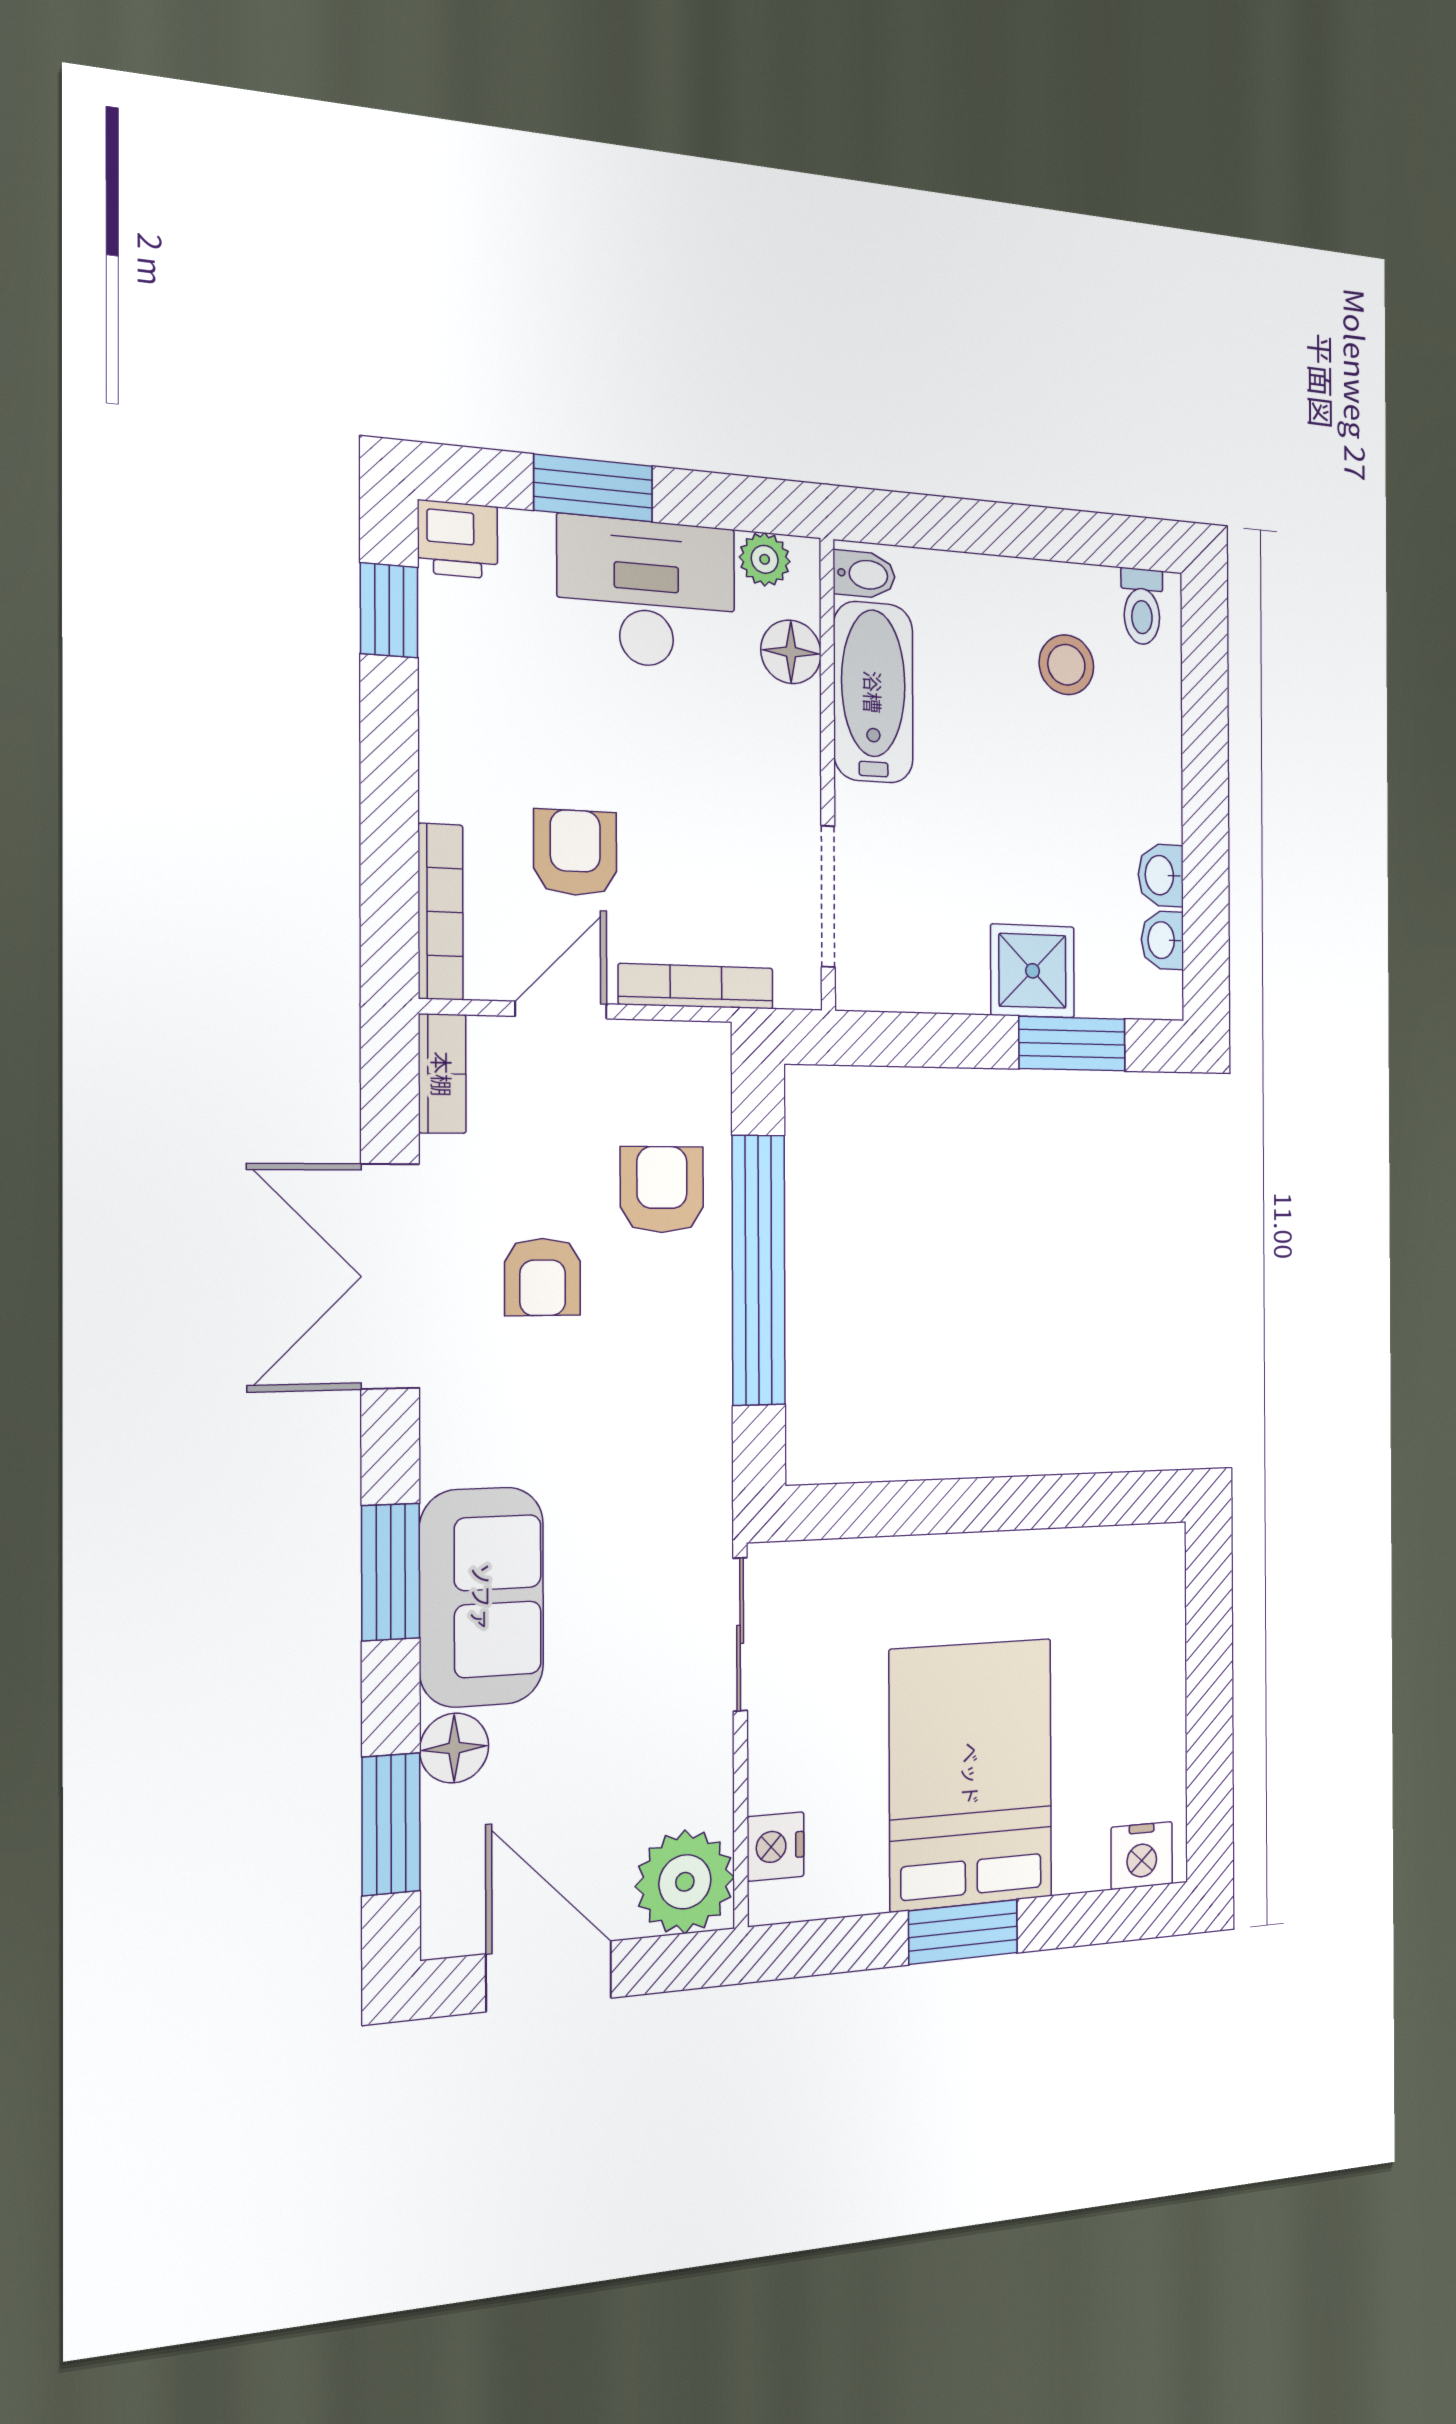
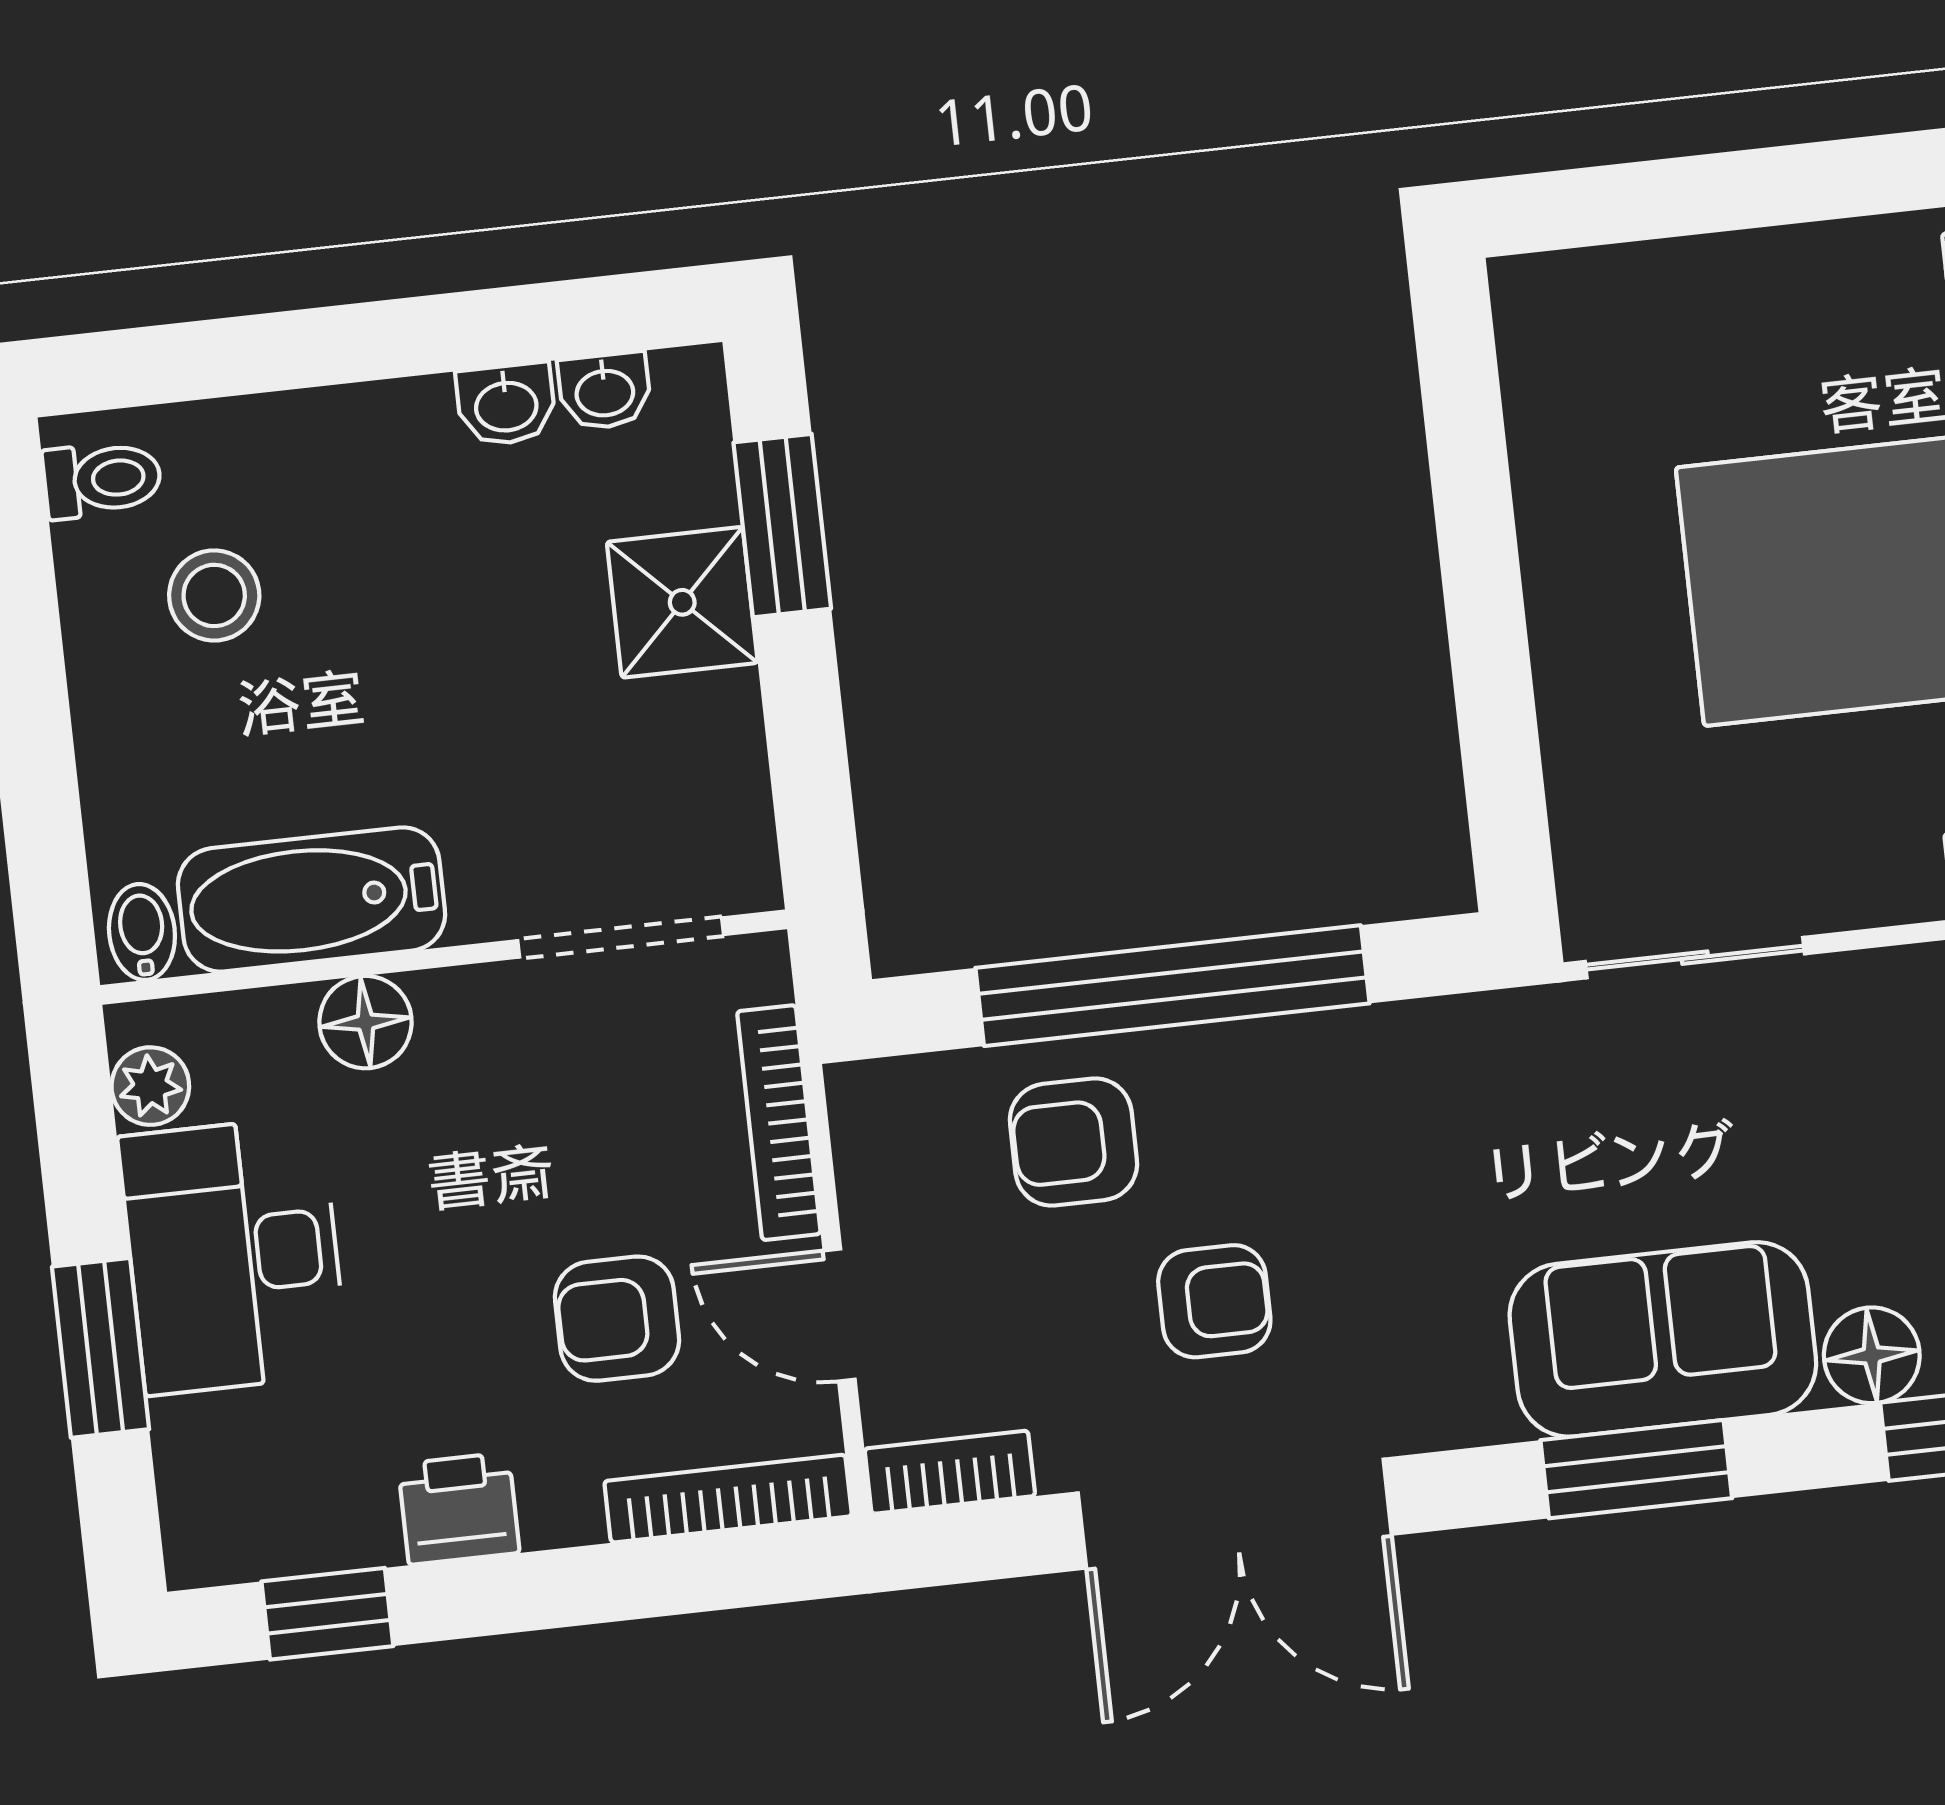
printer: (458, 539) -> (459, 1509), moved, turned -90
floor lamp: (791, 652) -> (366, 1022), moved

